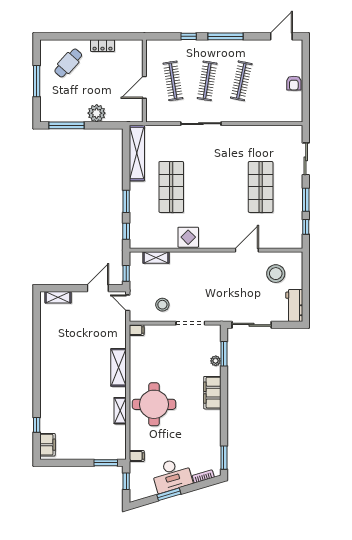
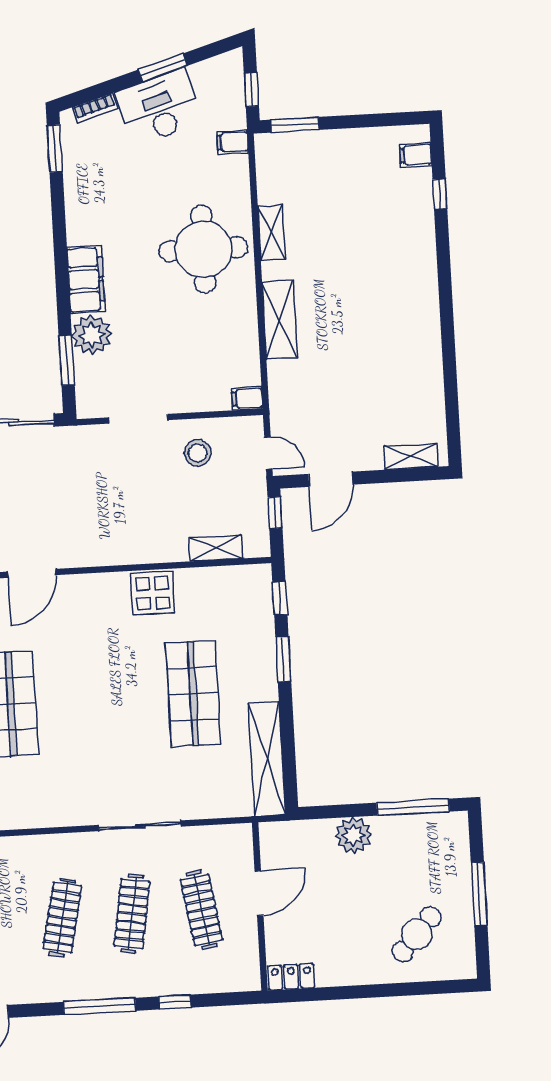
locker: (102, 46) -> (291, 977), moved
plant: (216, 361) -> (92, 335), width x1.88, depth x1.88
filing cabinet: (47, 445) -> (416, 155), width x0.50

